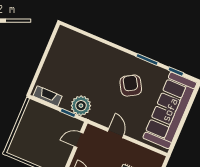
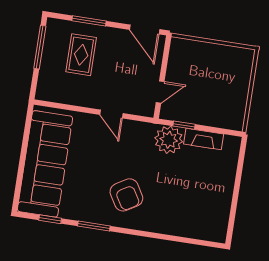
armchair: (131, 86) -> (126, 195), moved
fireplace: (48, 96) -> (204, 139), moved

